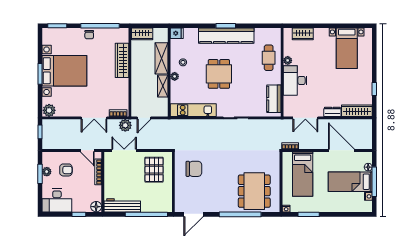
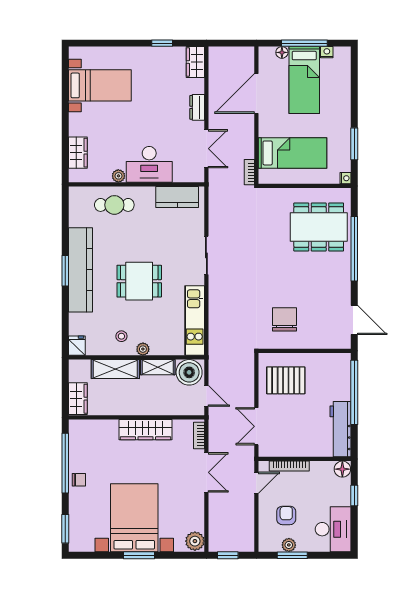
wardrobe: (122, 60) -> (145, 430), moved
boiler: (159, 107) -> (189, 372), added
wardrobe: (357, 111) -> (195, 62), width x0.67
plant: (125, 125) -> (218, 425), removed

